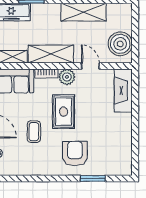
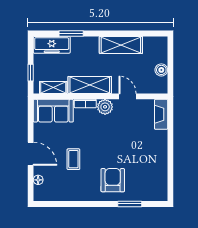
boiler: (120, 44) -> (161, 70), width x0.54, depth x0.54
fireplace: (123, 91) -> (161, 114), width x0.73, depth x0.76
rug: (64, 112) -> (102, 140), removed

